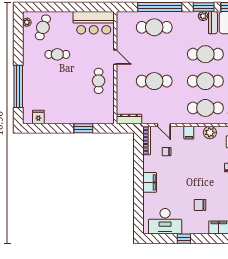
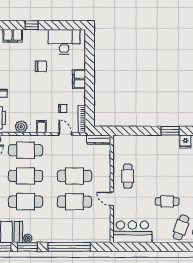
cafe table: (154, 27) -> (74, 202), moved
window: (83, 128) -> (170, 131), moved
chair: (200, 205) -> (41, 66), moved
window: (184, 239) -> (32, 25), moved

